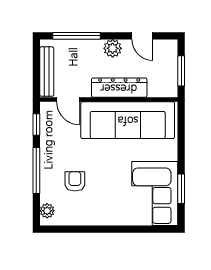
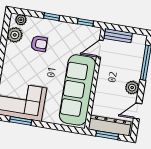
bench: (47, 72) -> (118, 36), width x0.73
dresser: (119, 88) -> (110, 126), moved, turned -90
window: (36, 171) -> (52, 17), width x0.46
plant: (68, 216) -> (15, 35), added

